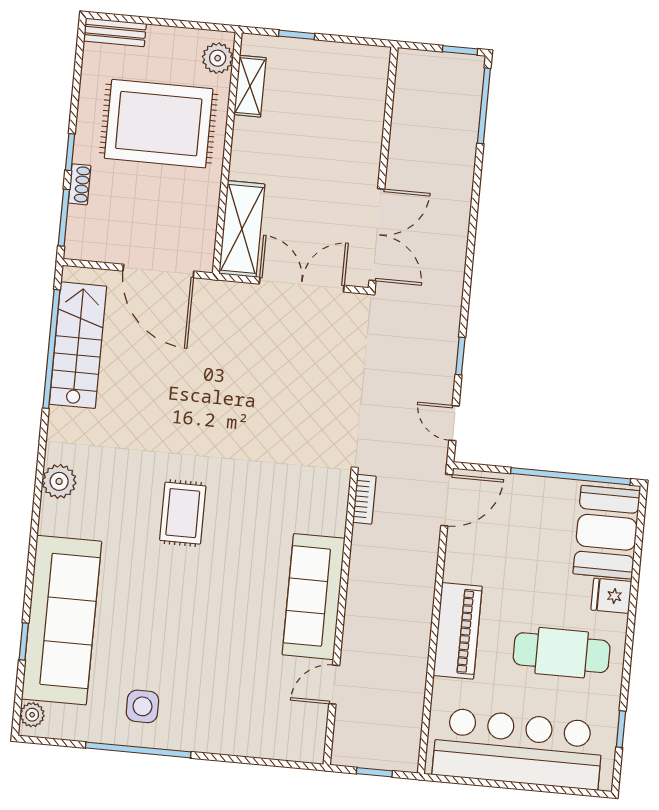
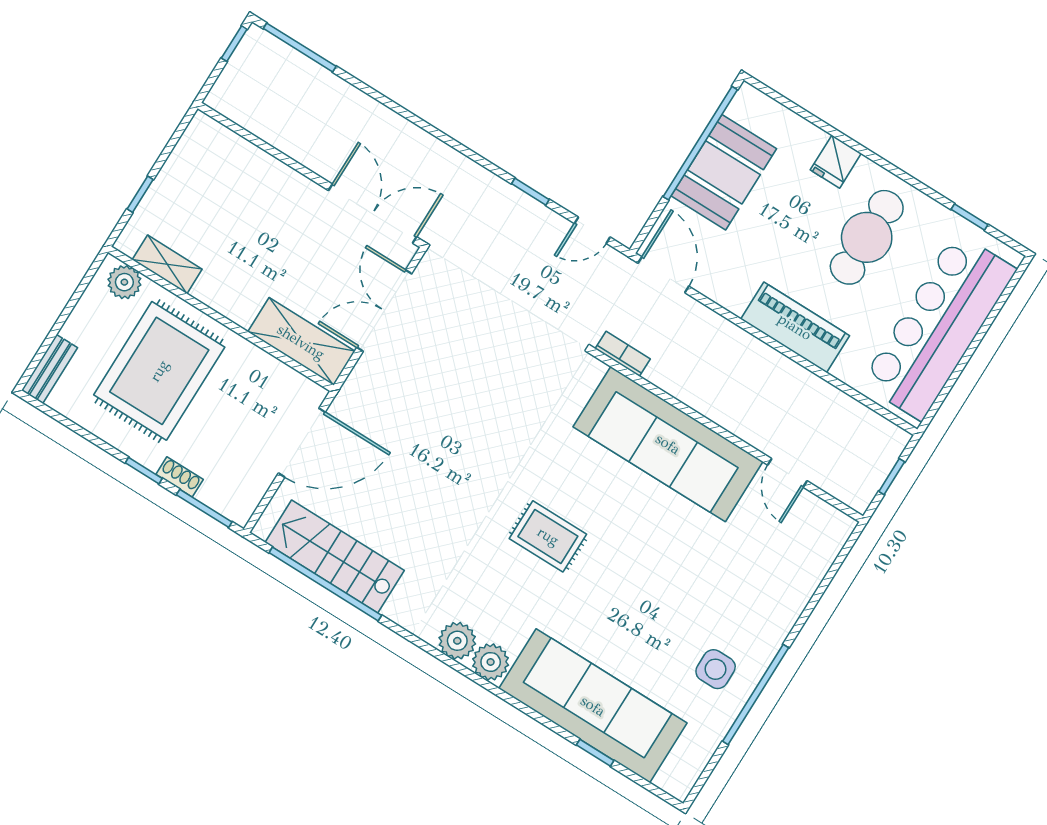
booth: (607, 532) -> (724, 172), moved, turned 90
sofa: (314, 597) -> (668, 444), width x1.36, depth x1.27
plant: (32, 715) -> (491, 662), moved, width x1.38, depth x1.38

